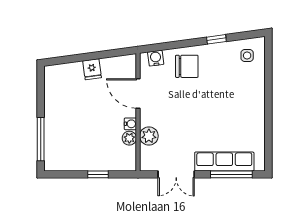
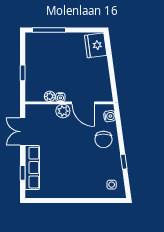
fridge: (92, 69) -> (96, 45), moved, width x1.88, depth x1.34
door: (138, 93) -> (83, 103), swing flipped
plant: (149, 136) -> (63, 111), moved
window: (231, 174) -> (23, 173), width x0.46

